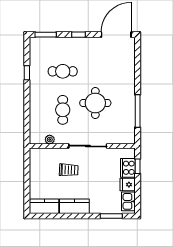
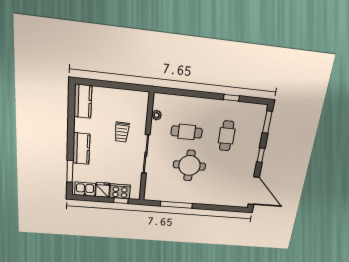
kitchen counter: (74, 206) -> (81, 149), moved

